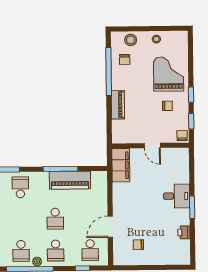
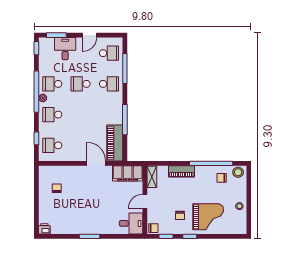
stool: (131, 40) -> (238, 172), moved
shelving: (124, 138) -> (152, 177), added
piano: (70, 180) -> (115, 143), moved
desk: (177, 196) -> (131, 223), moved, turned -90
school desk: (55, 219) -> (81, 84), moved
door: (110, 227) -> (96, 163), moved
printer: (184, 232) -> (44, 229), moved

